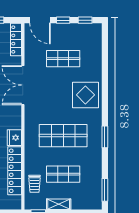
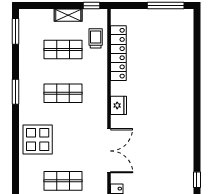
shop shelf: (63, 136) -> (63, 93), width x0.70, depth x0.74
fridge: (14, 138) -> (118, 105), moved

